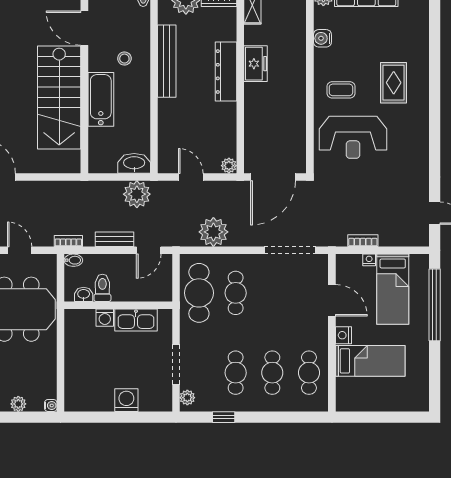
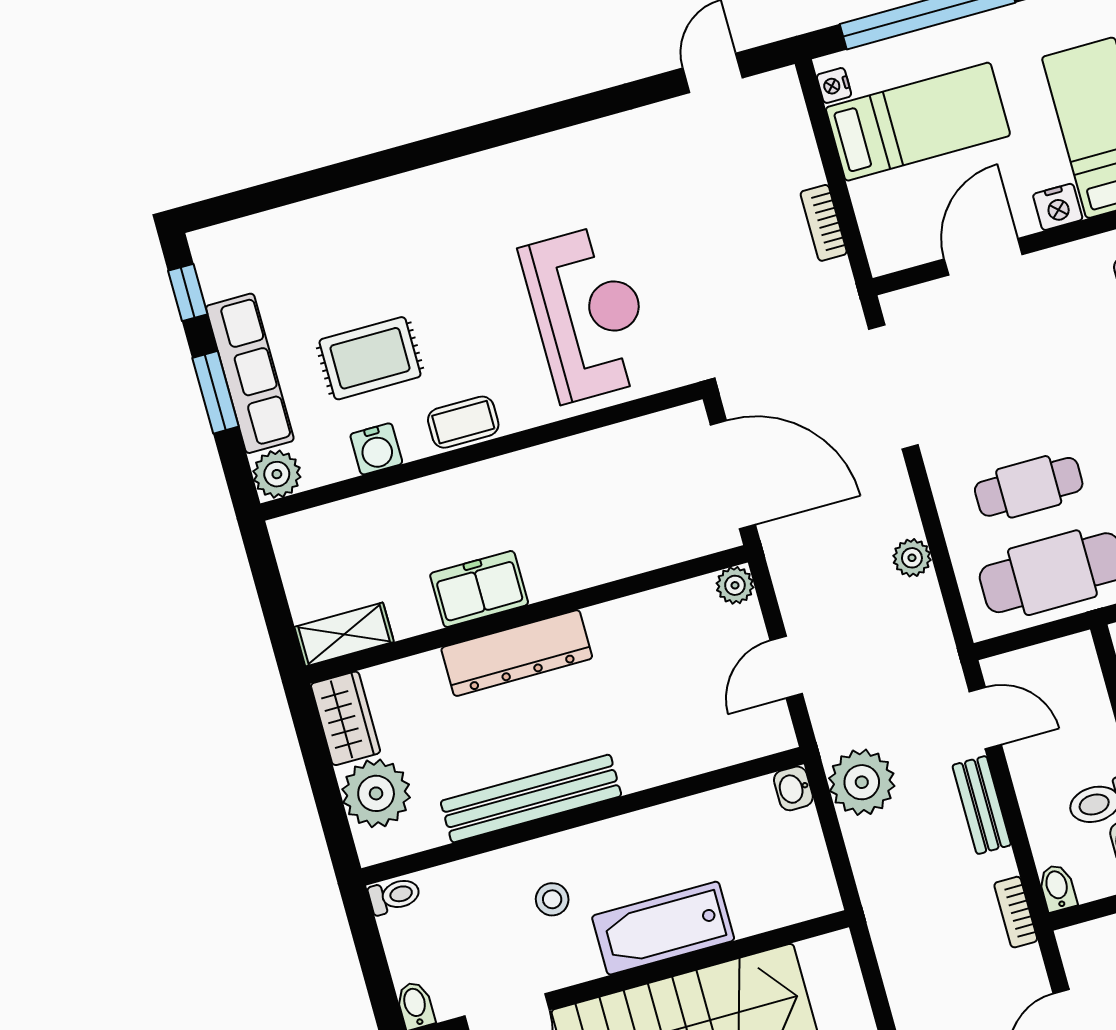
rug: (394, 83) -> (370, 358), moved
coffee table: (341, 90) -> (463, 422), moved, turned 90
washbasin: (134, 163) -> (793, 788), width x0.52, depth x0.69
plant: (213, 232) -> (912, 558), width x0.53, depth x0.53
nightstand: (369, 260) -> (834, 85), moved

